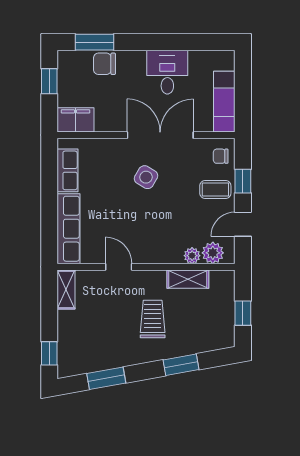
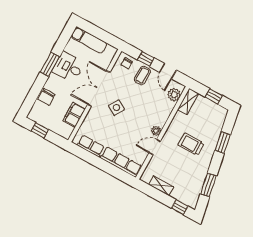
window: (94, 42) -> (50, 64), moved
exam couch: (224, 102) -> (89, 40), moved
filing cabinet: (75, 120) -> (74, 115), moved
plant: (192, 256) -> (156, 131), moved
shelving: (188, 279) -> (188, 101), moved
shelving: (66, 289) -> (161, 186), moved

